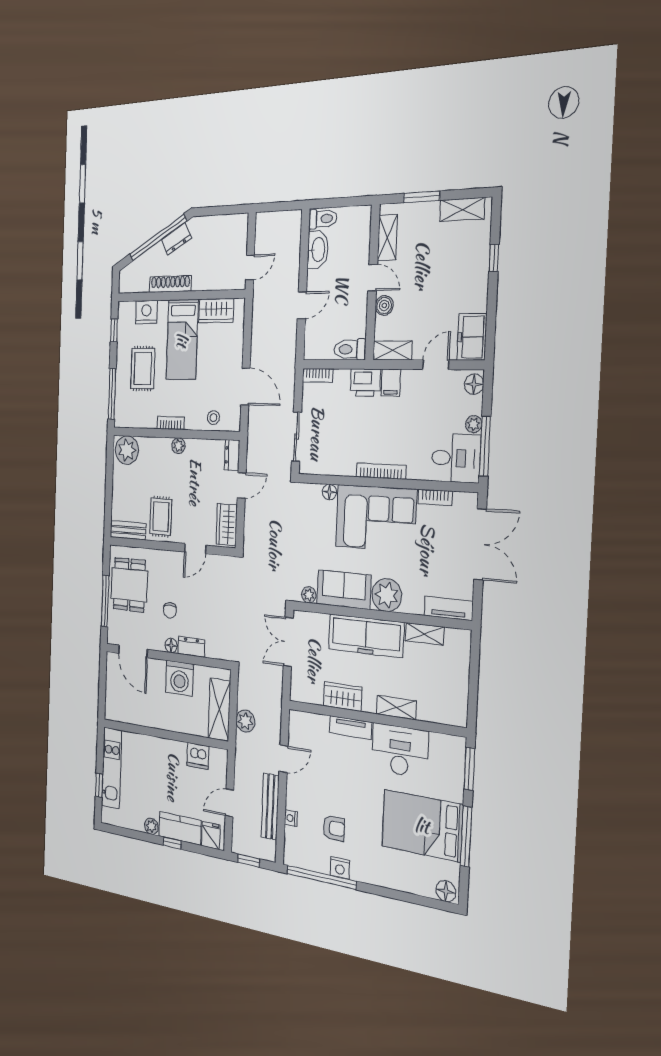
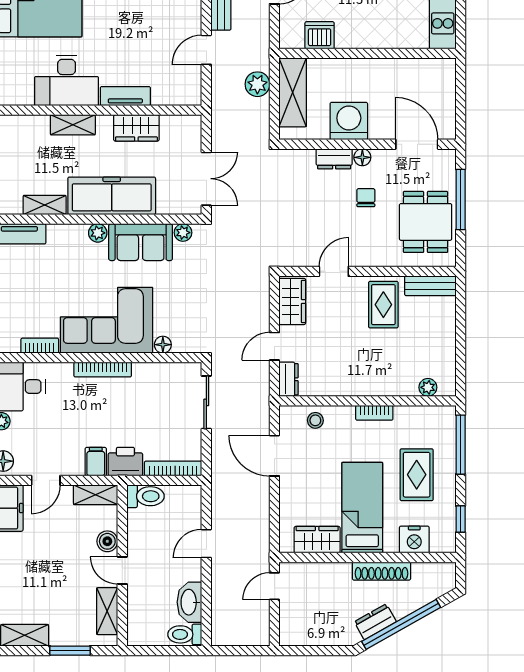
bookcase: (318, 375) -> (173, 468), width x1.56
plant: (178, 446) -> (362, 387), removed
plant: (127, 450) -> (428, 387), width x0.53, depth x0.53
plant: (387, 595) -> (98, 233), width x0.53, depth x0.53

